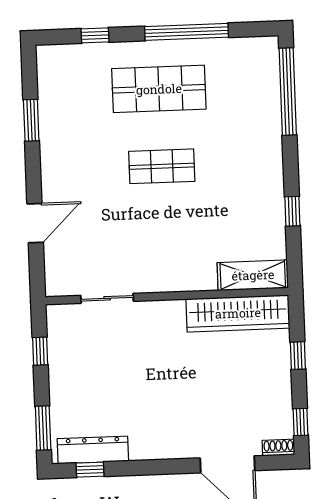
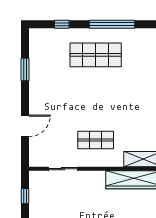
shop shelf: (162, 166) -> (96, 140), moved

